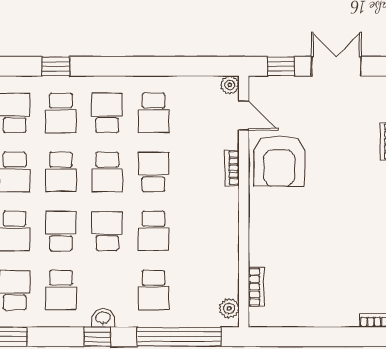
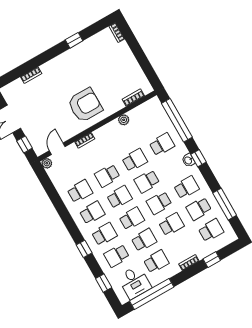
school desk: (107, 113) -> (92, 213), turned 180
armchair: (279, 161) -> (85, 105), moved
plant: (229, 308) -> (124, 120), moved

